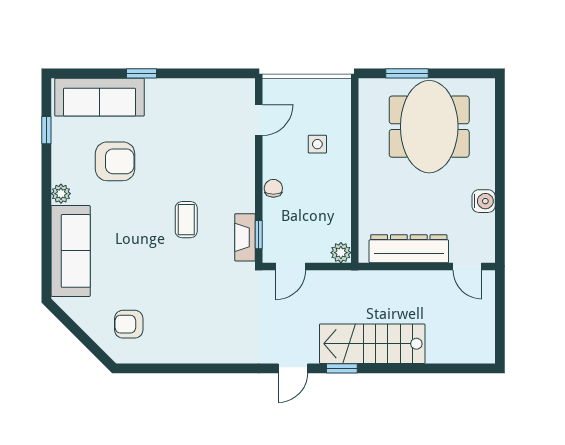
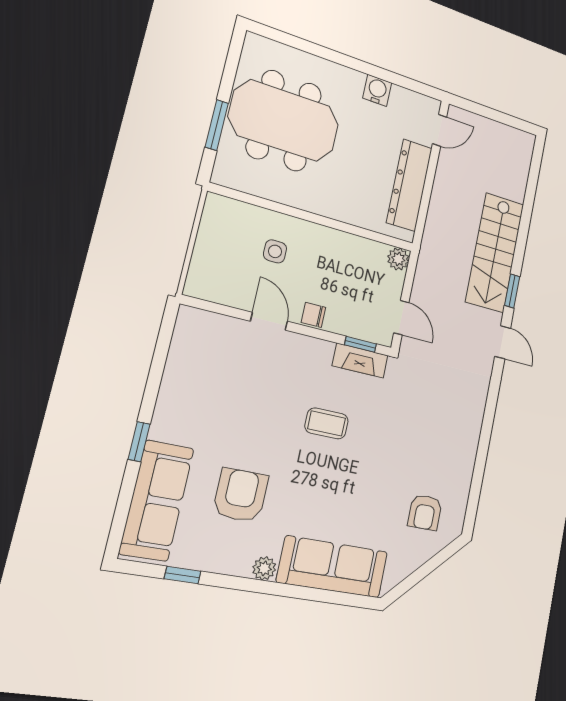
door: (259, 120) -> (269, 321), moved

